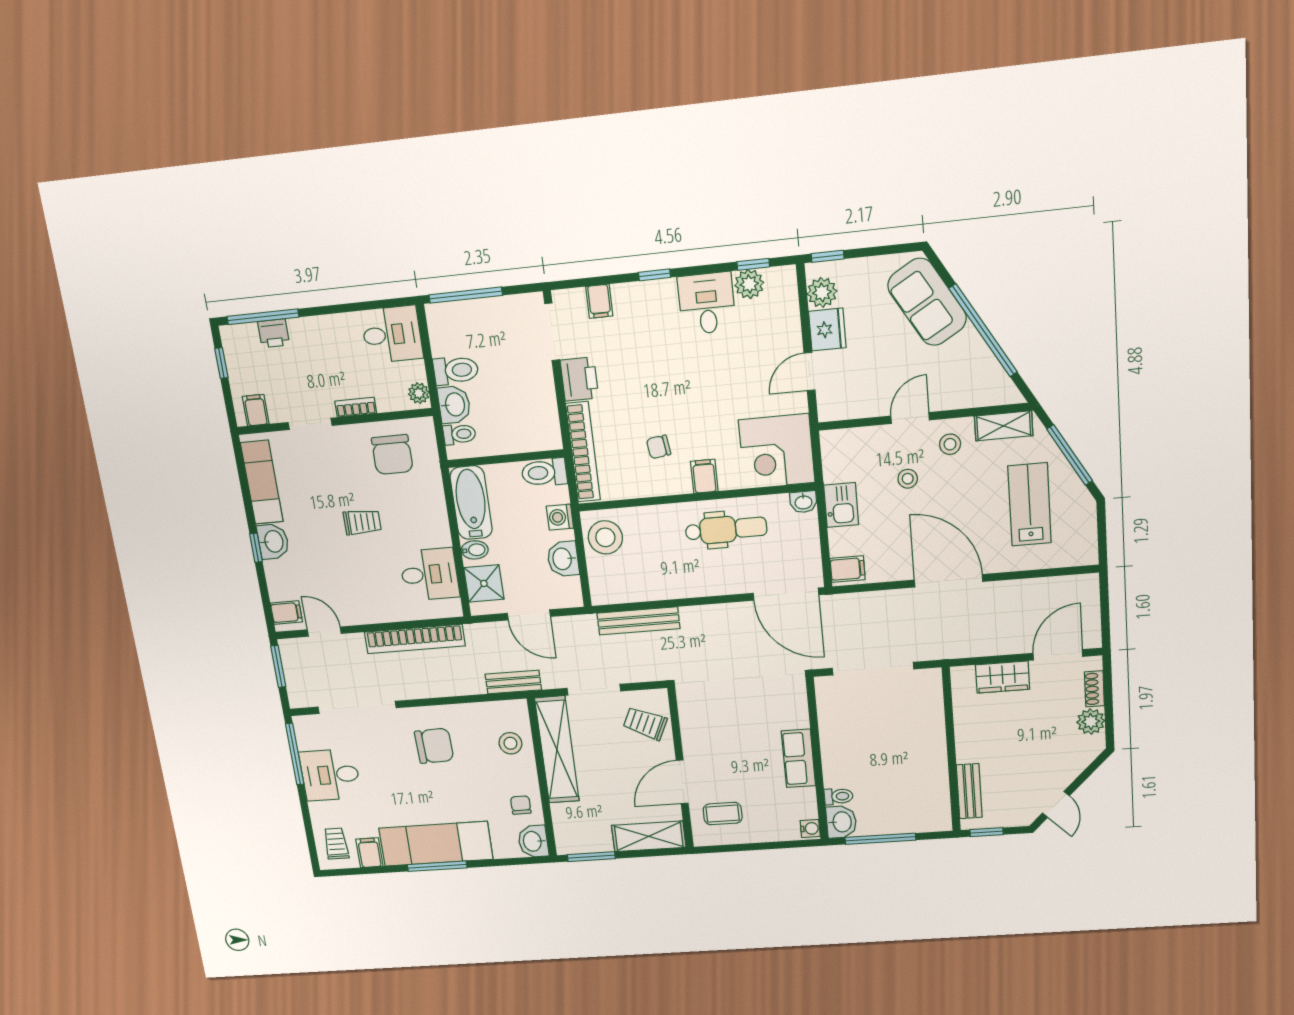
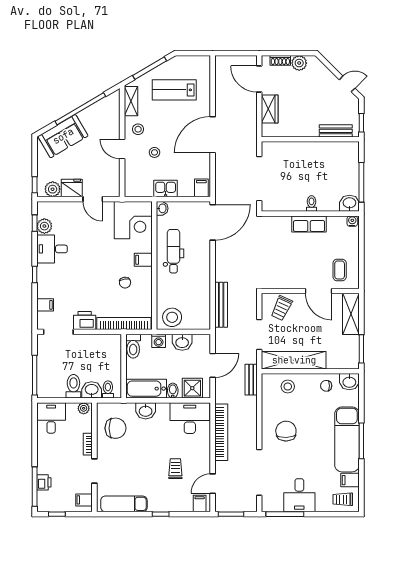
trolley: (362, 522) -> (175, 469), moved
washbasin: (273, 541) -> (146, 411), moved, turned 180
desk: (429, 574) -> (190, 418), width x1.37
toilet: (839, 796) -> (311, 204), moved

